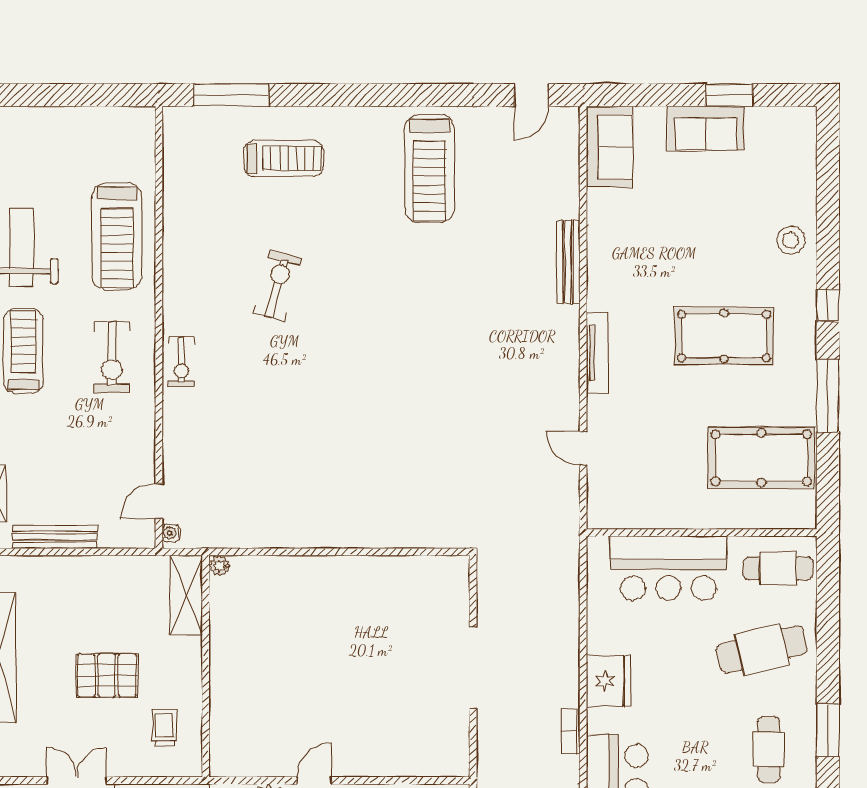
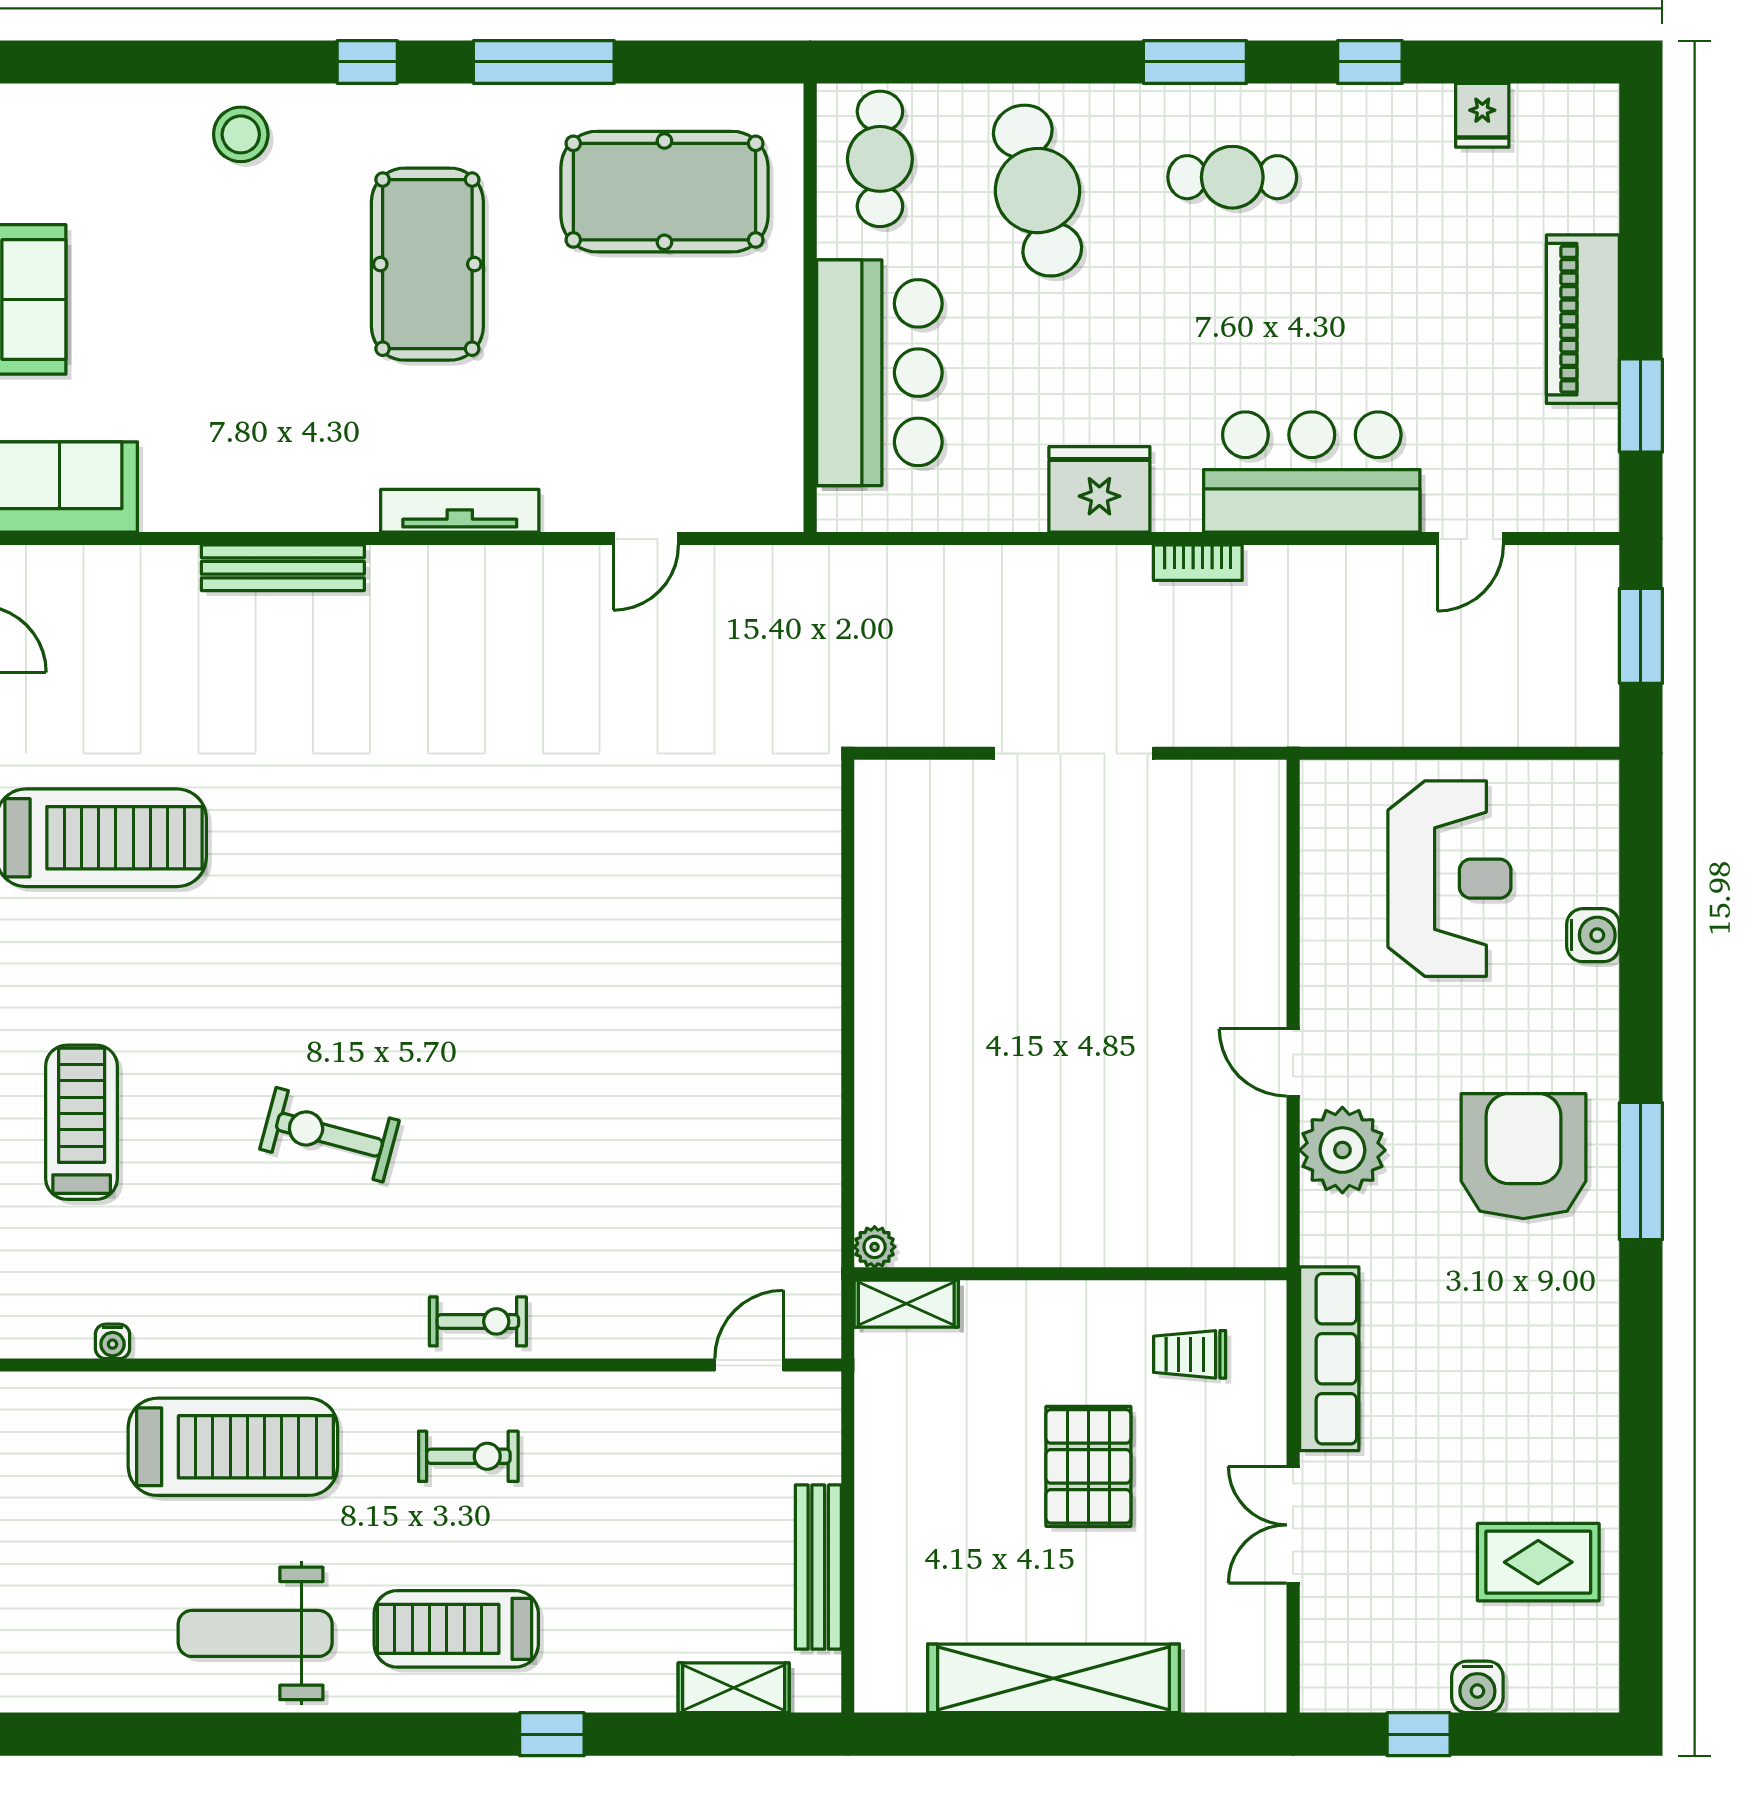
exercise bike: (112, 357) -> (468, 1456), width x0.73, depth x0.72
pool table: (761, 458) -> (664, 192), turned 90
door: (159, 501) -> (749, 1365), swing flipped
water cooler: (171, 533) -> (113, 1341), moved
shelving: (186, 595) -> (906, 1304), width x0.67, depth x0.75

